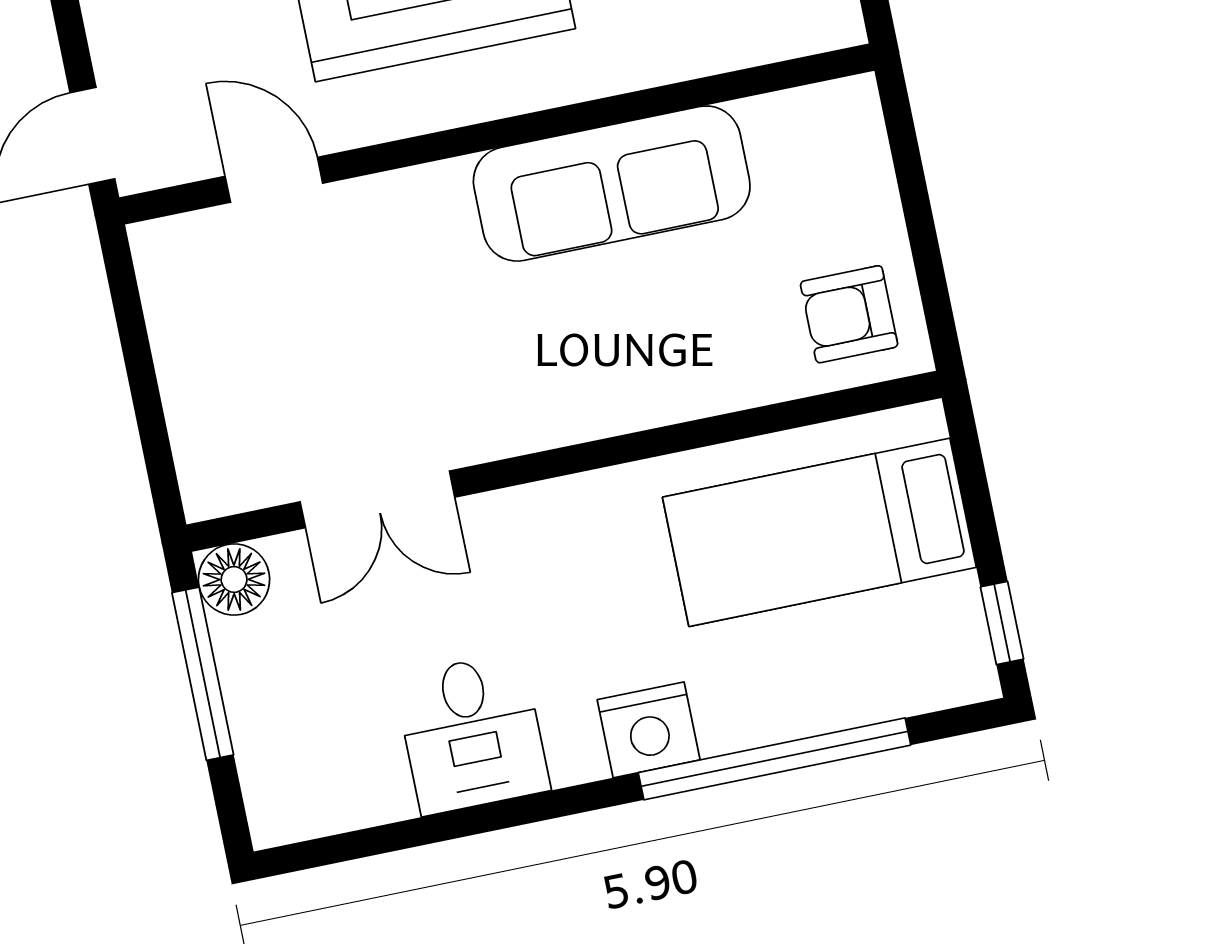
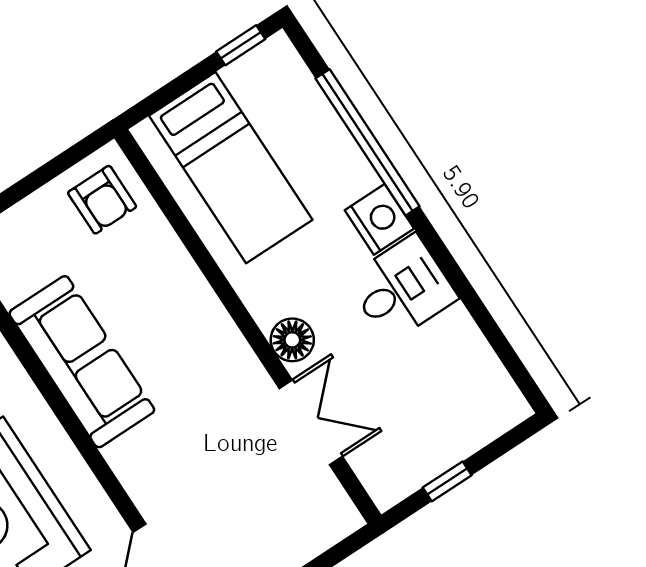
floor lamp: (234, 579) -> (292, 340), moved
window: (203, 674) -> (447, 481), width x0.46
desk: (472, 734) -> (402, 289), moved

